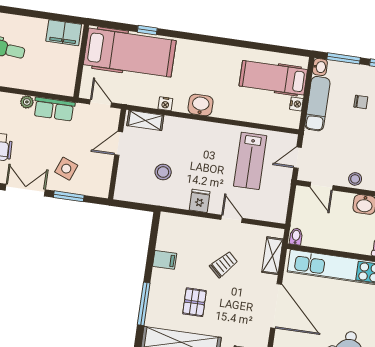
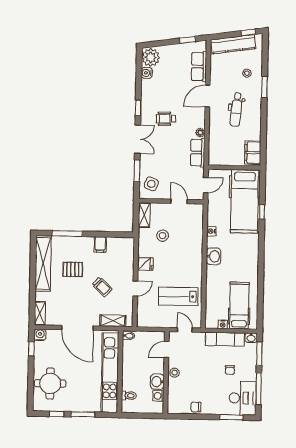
shelving: (145, 120) -> (144, 215), moved
side table: (66, 169) -> (151, 184), moved
door: (276, 306) -> (77, 328), hinge flipped

